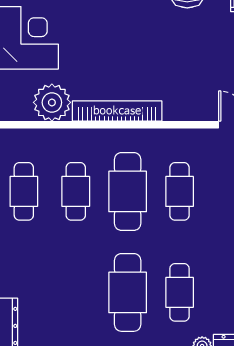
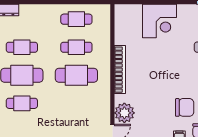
plant: (52, 102) -> (124, 113), moved
cafe table: (180, 191) -> (22, 47), moved

